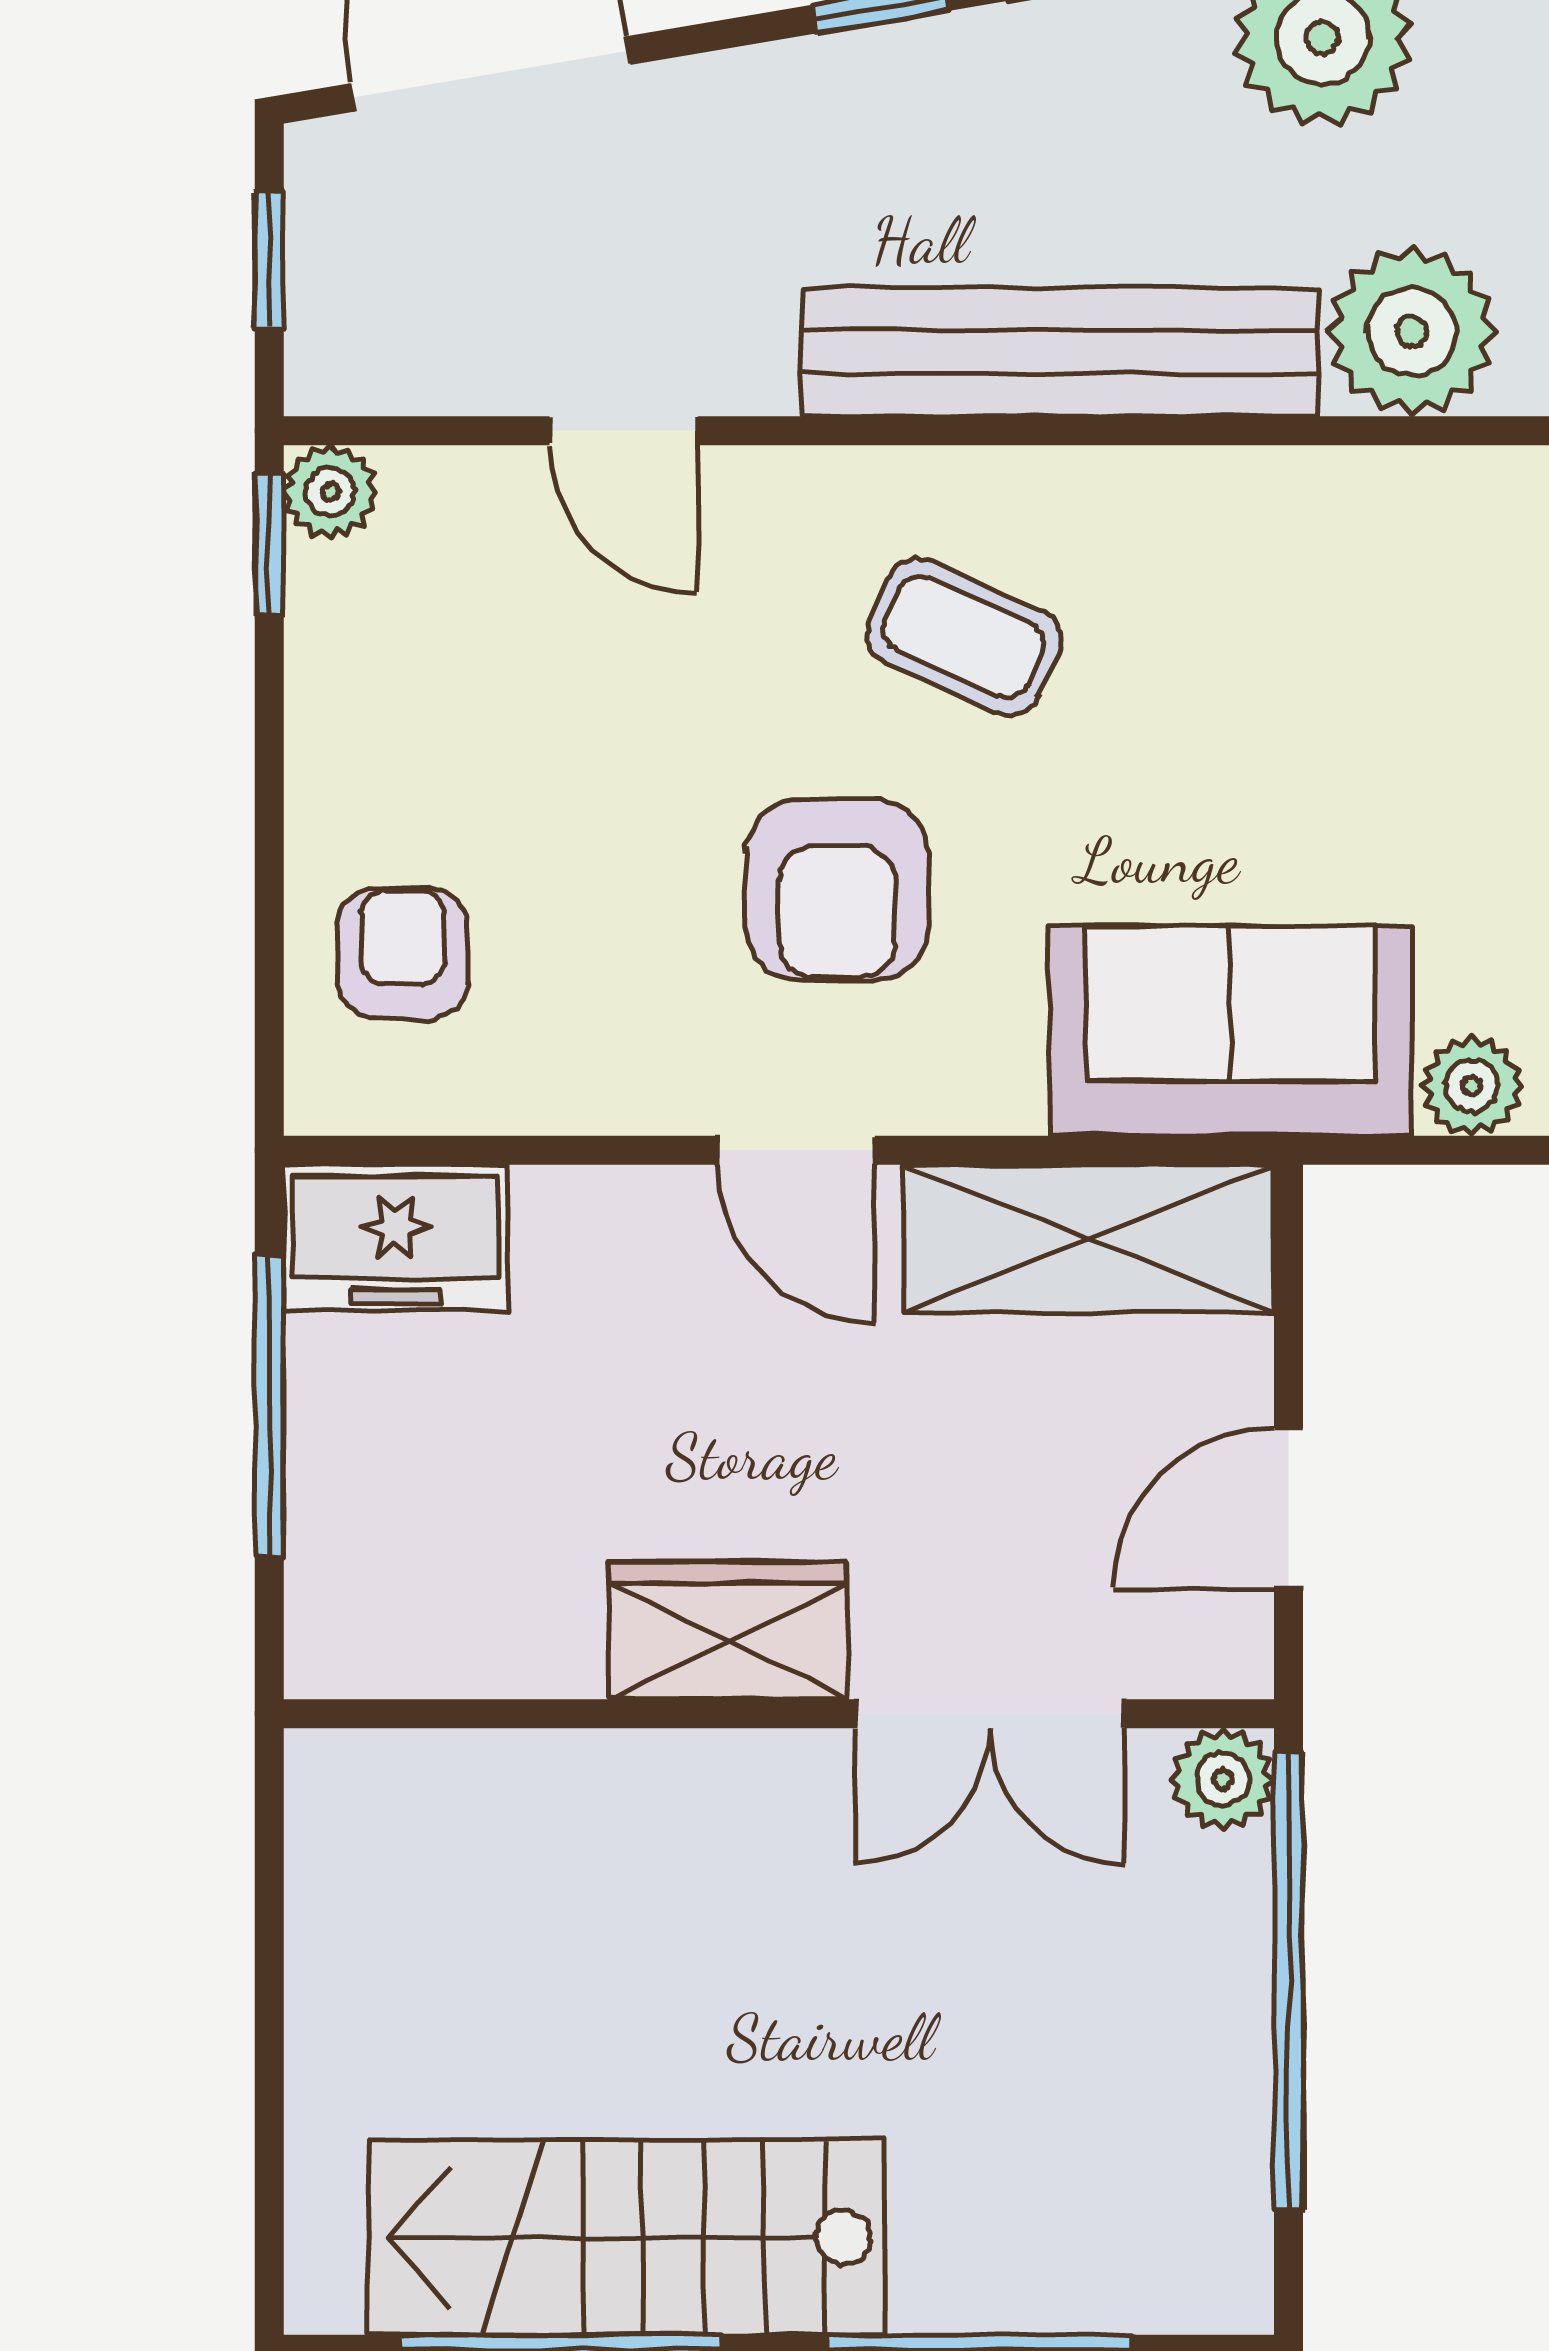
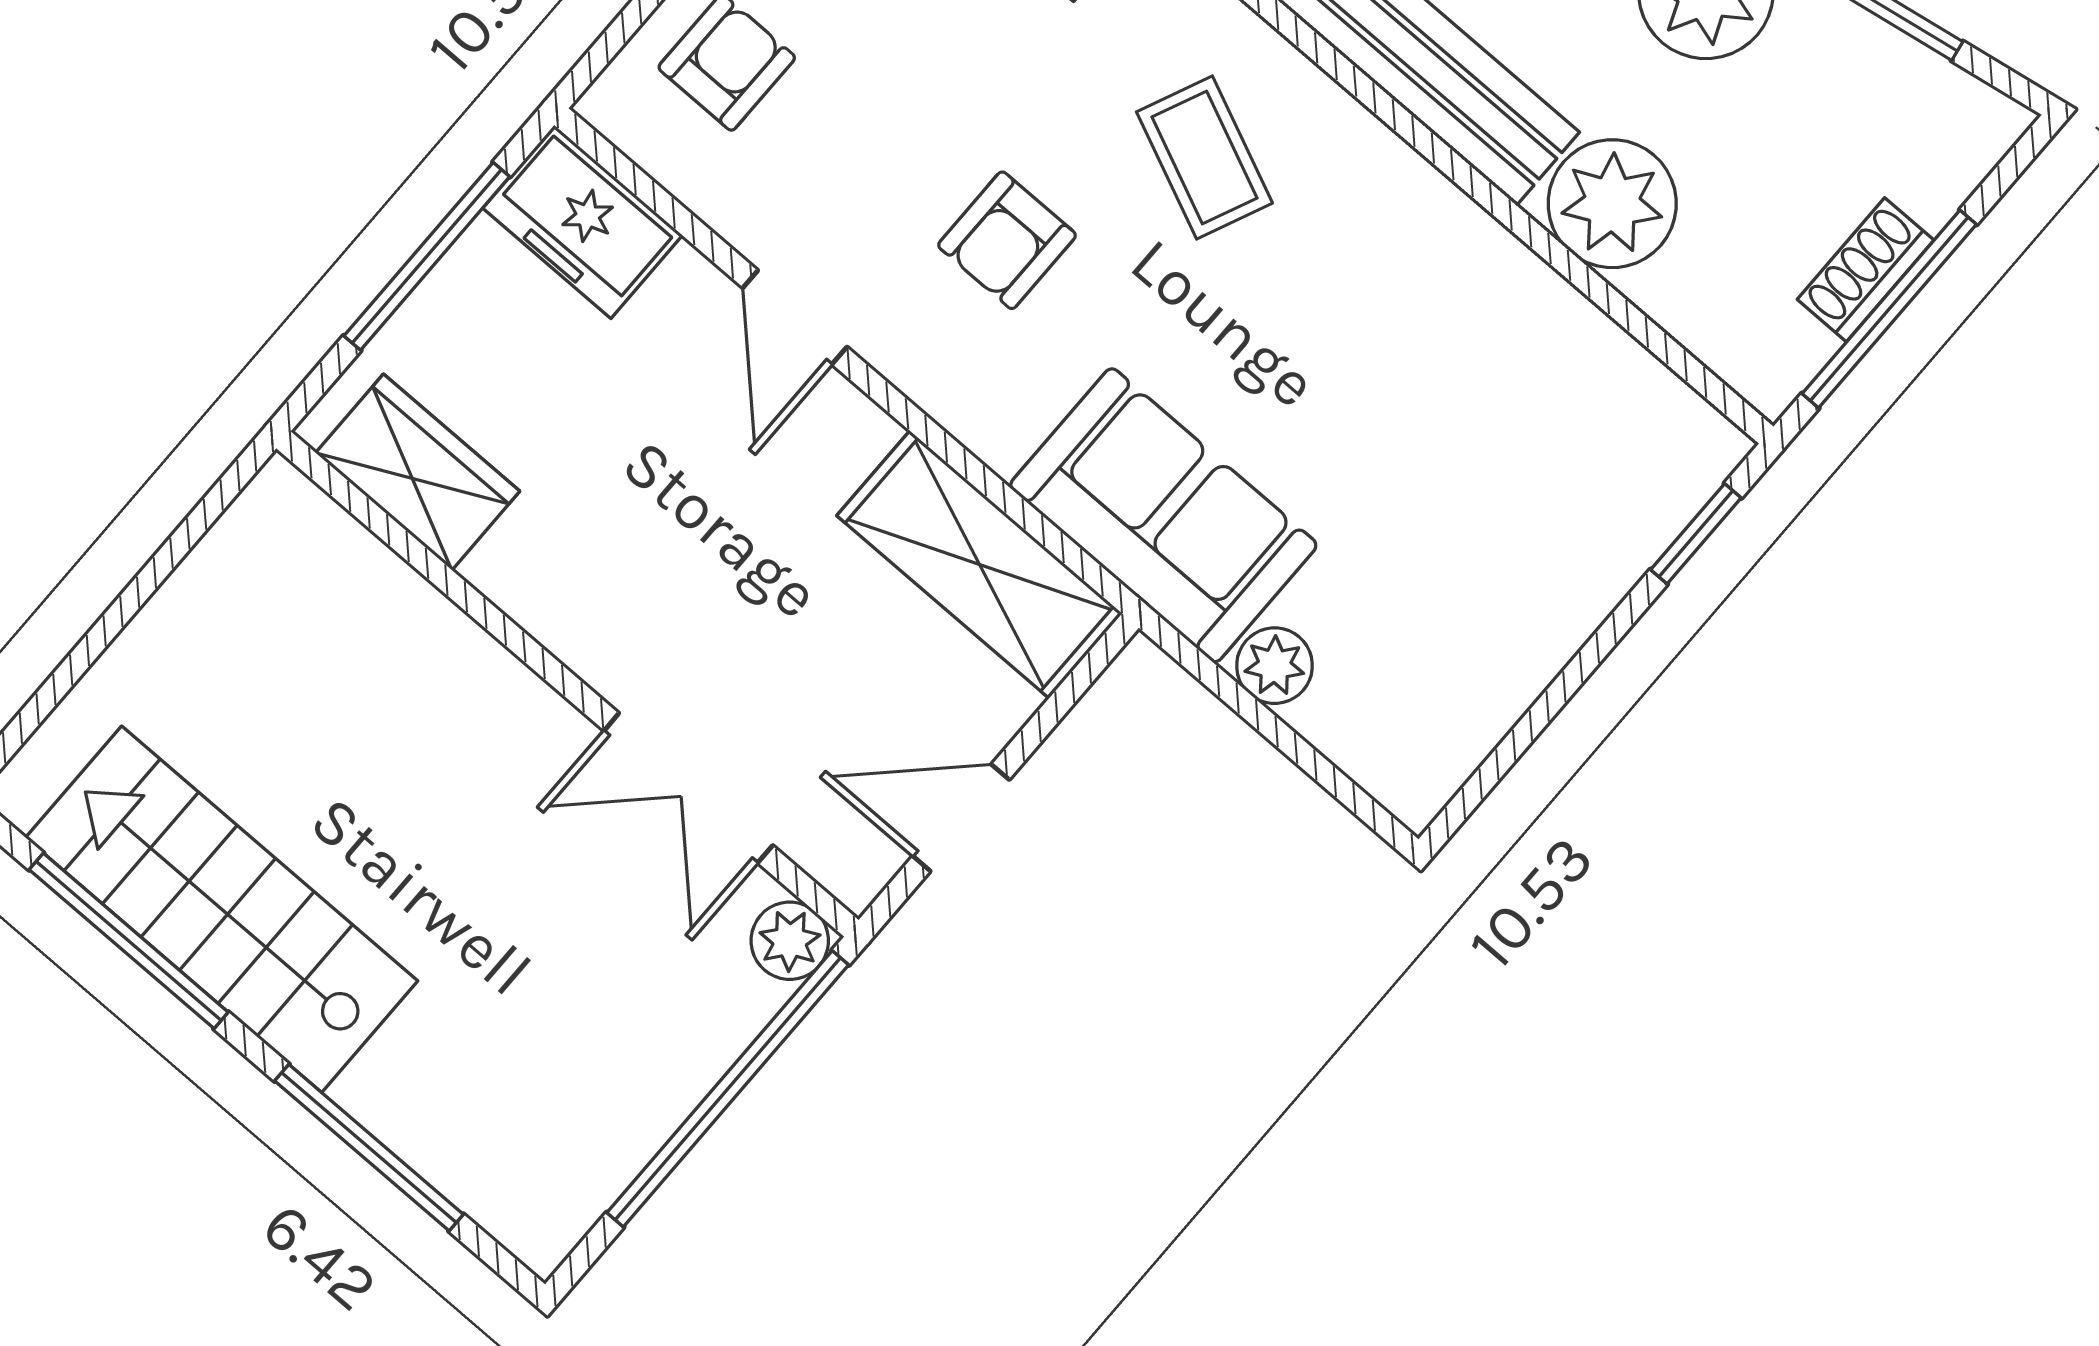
armchair: (837, 890) -> (1007, 240), width x0.72, depth x0.72
door: (796, 1150) -> (795, 317), moved
wardrobe: (728, 1630) -> (418, 472), moved

